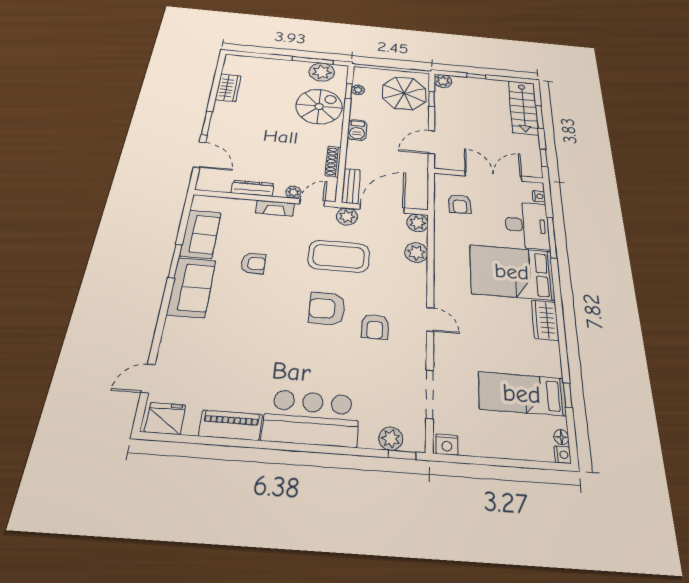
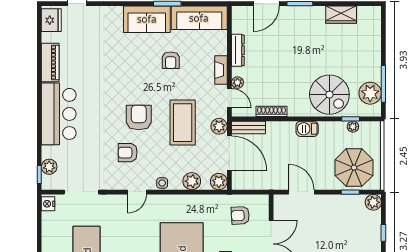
sofa: (200, 234) -> (199, 18), width x1.36
side table: (418, 287) -> (162, 183), added

